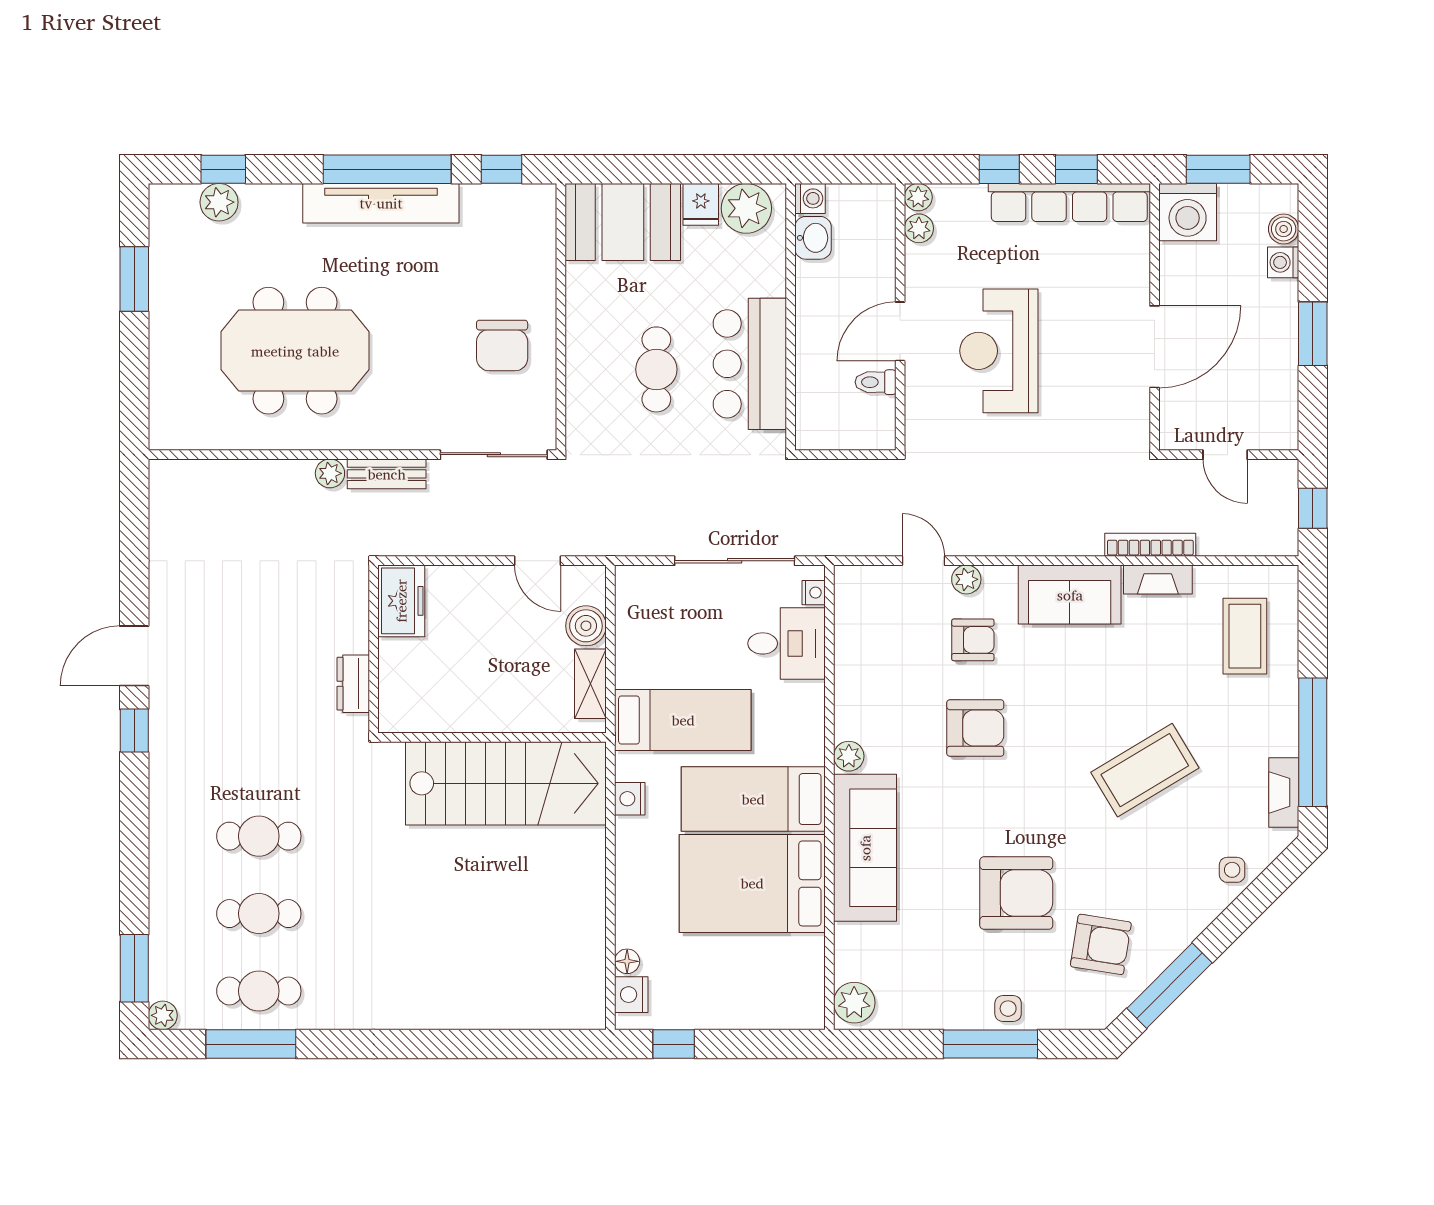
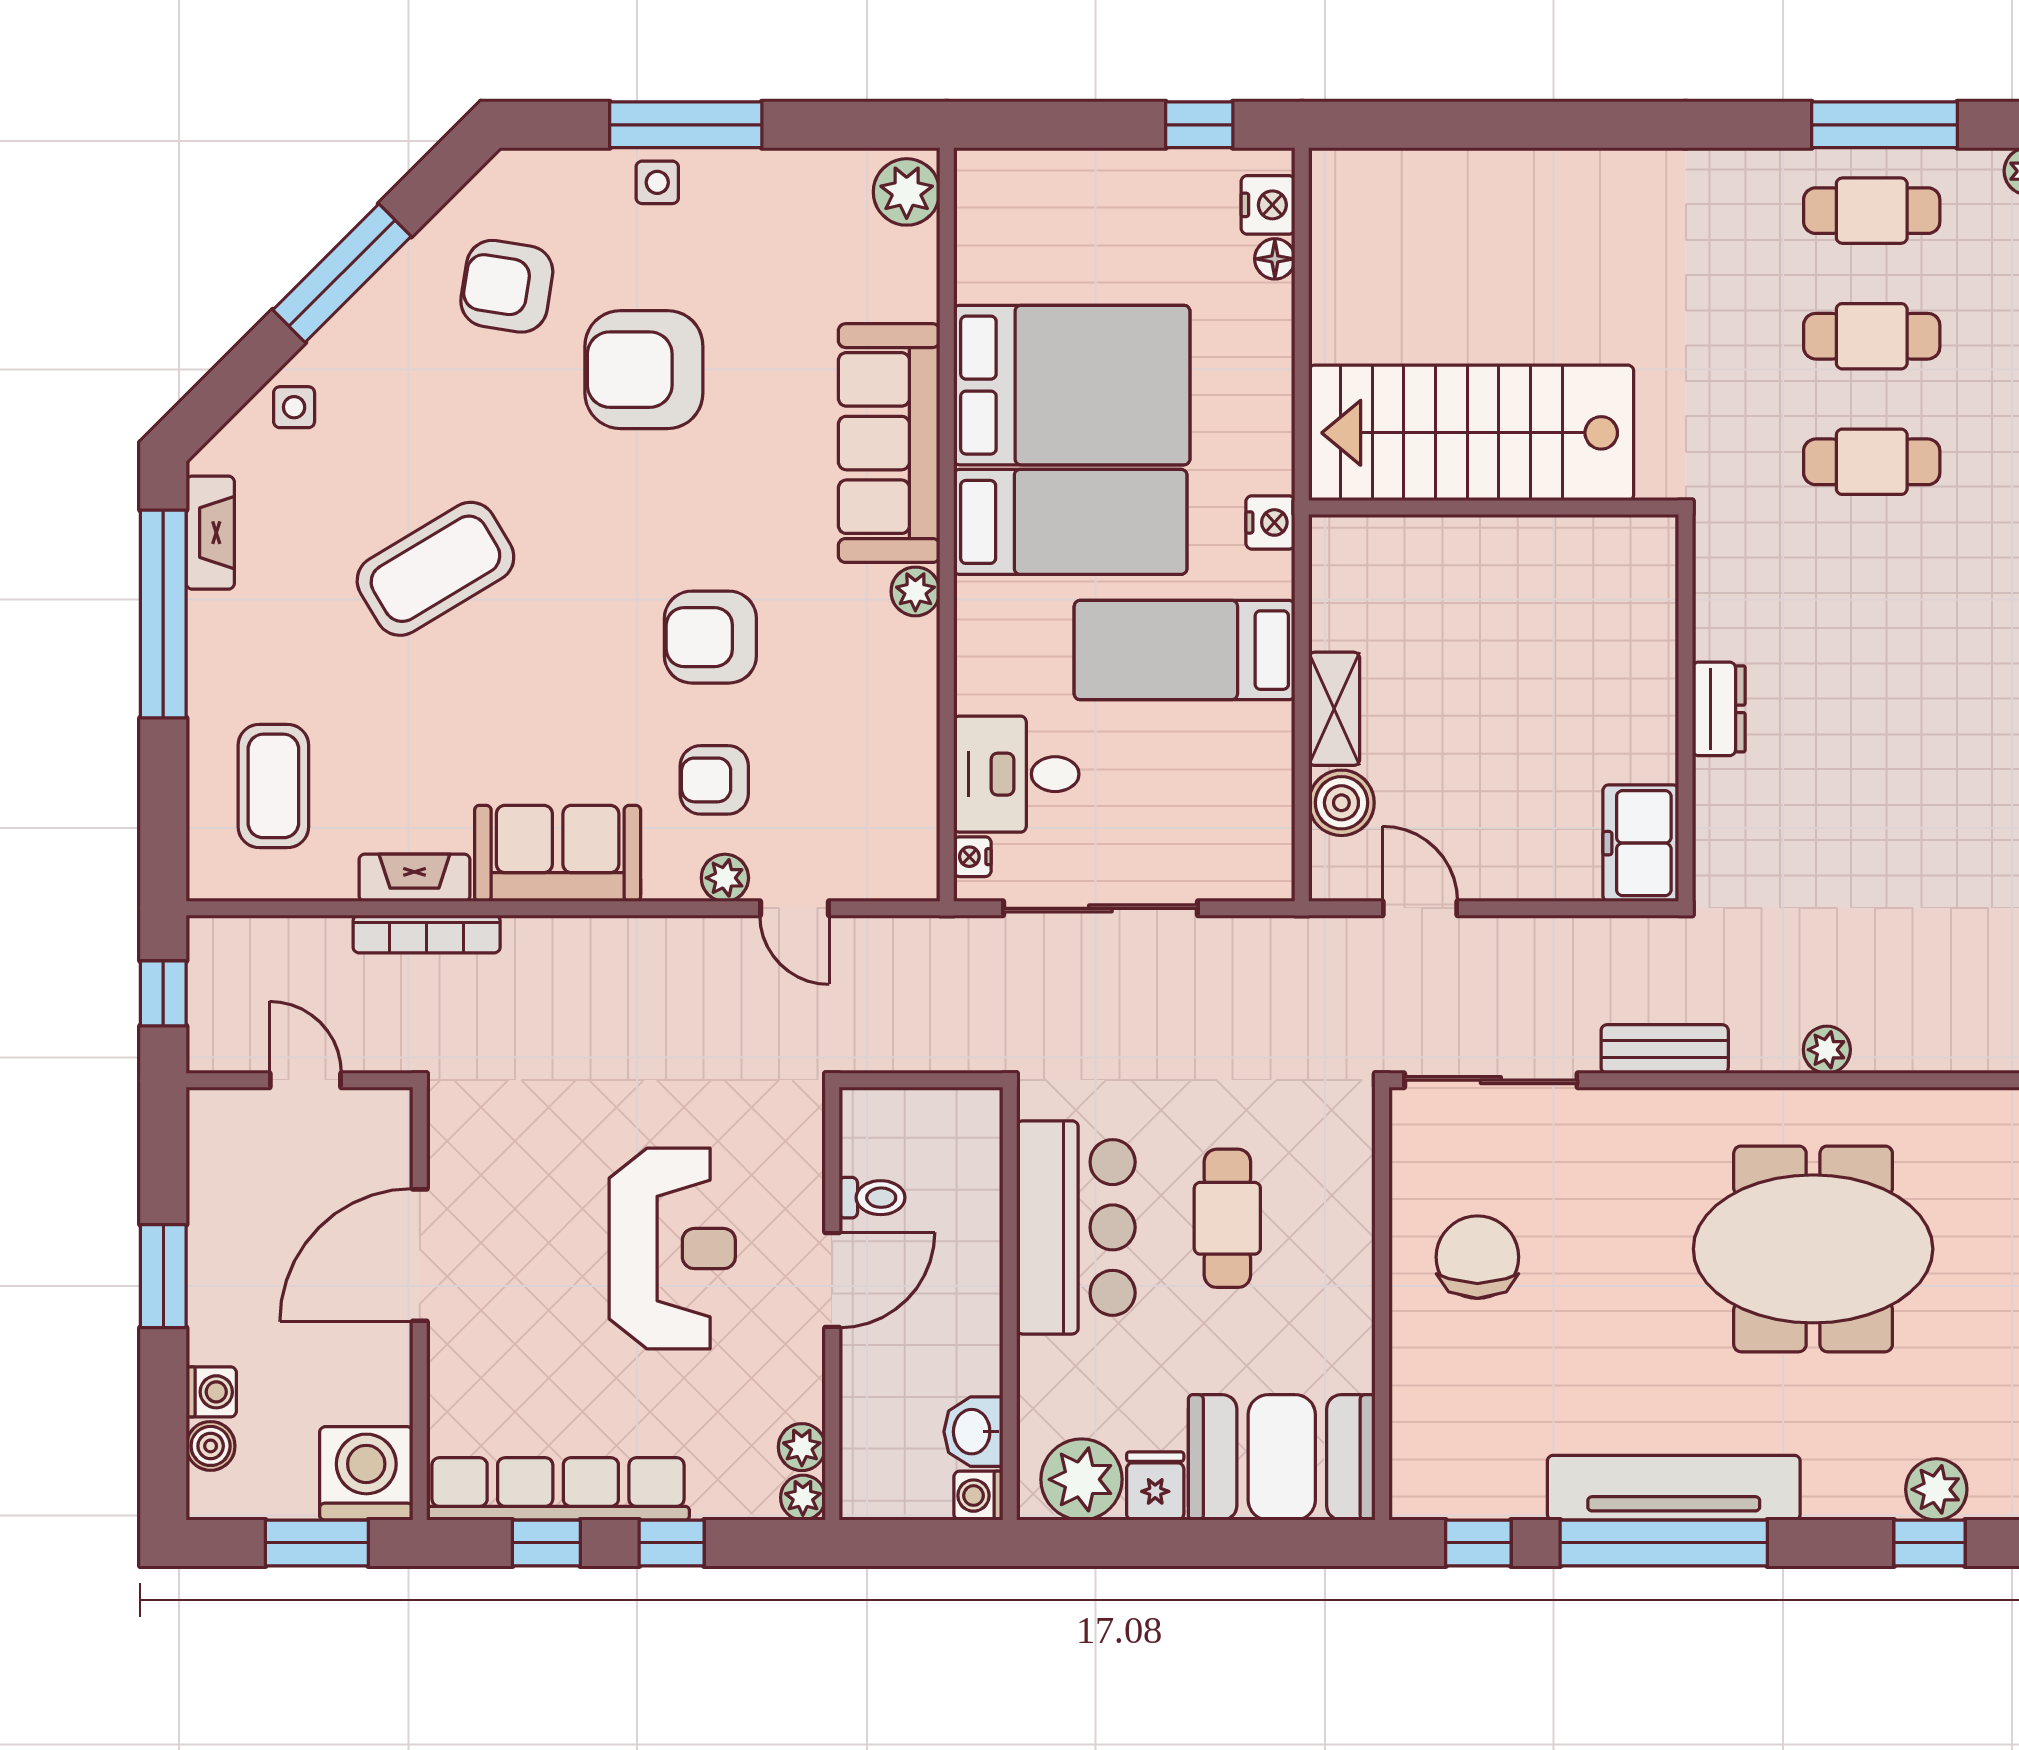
plant: (330, 473) -> (1827, 1050), moved
wall: (492, 737) -> (1494, 507), moved
stairs: (506, 783) -> (1471, 433), moved
window: (1169, 986) -> (342, 273), moved

